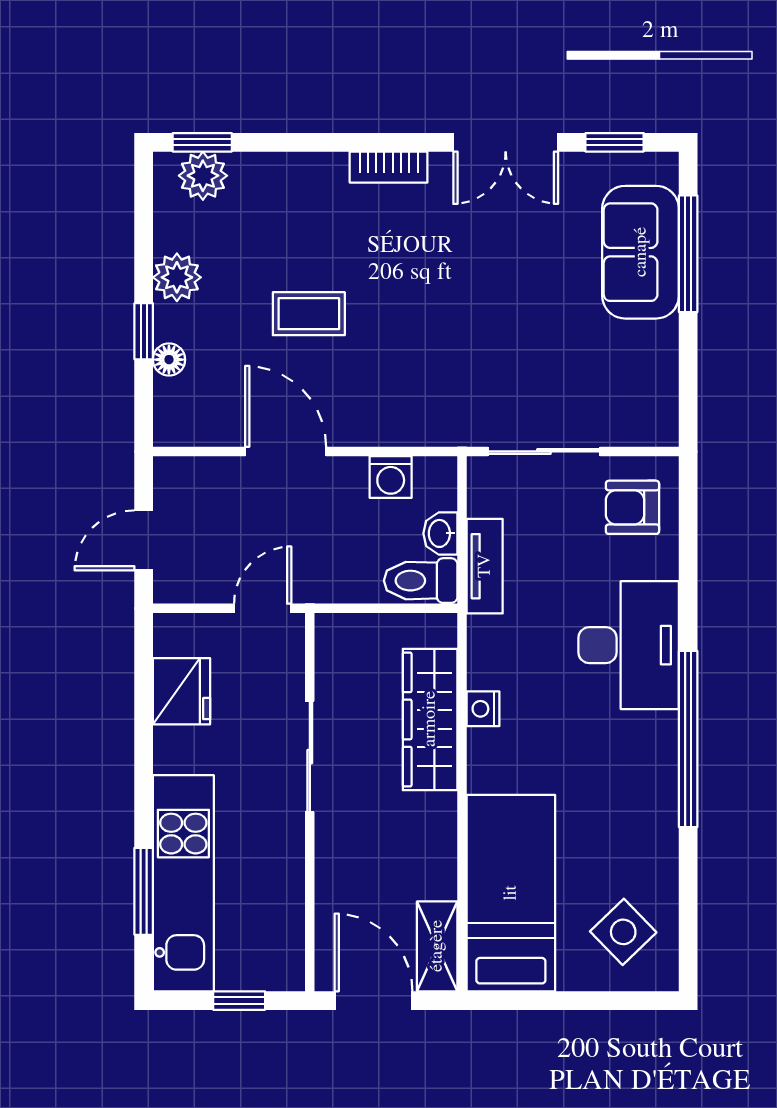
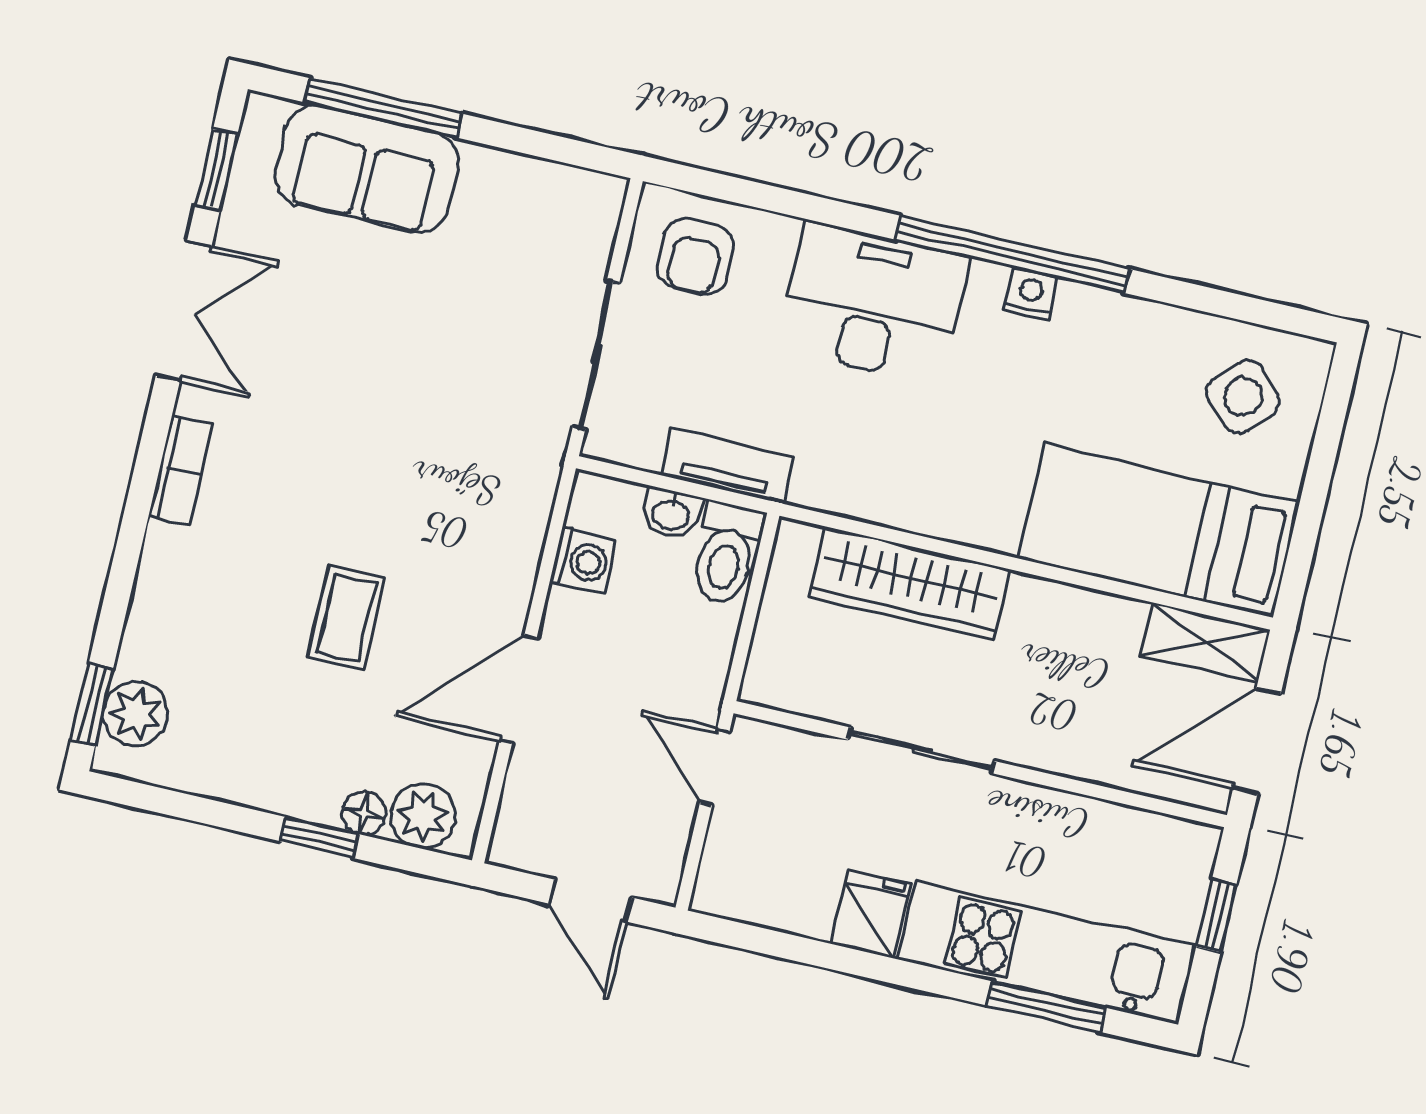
plant: (177, 277) -> (423, 816), moved
fridge: (181, 691) -> (871, 914), moved, width x0.72
nightstand: (483, 709) -> (1030, 294), moved, turned 180

